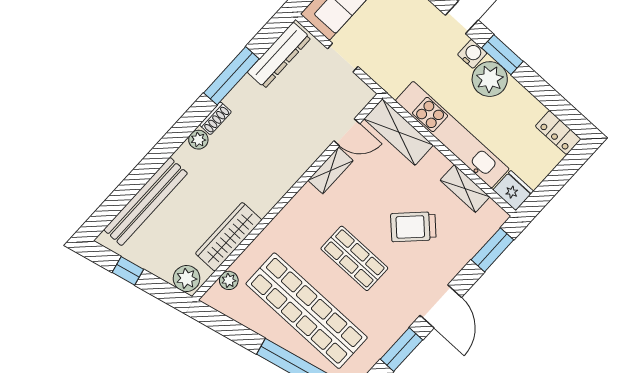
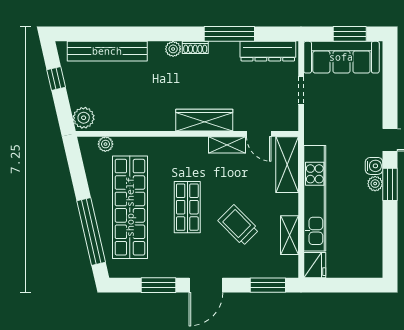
plant: (490, 79) -> (375, 184), width x0.53, depth x0.53
locker: (558, 133) -> (374, 260), removed
wardrobe: (229, 237) -> (204, 120), moved

